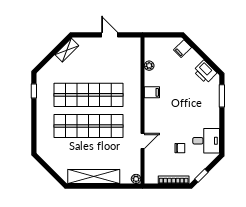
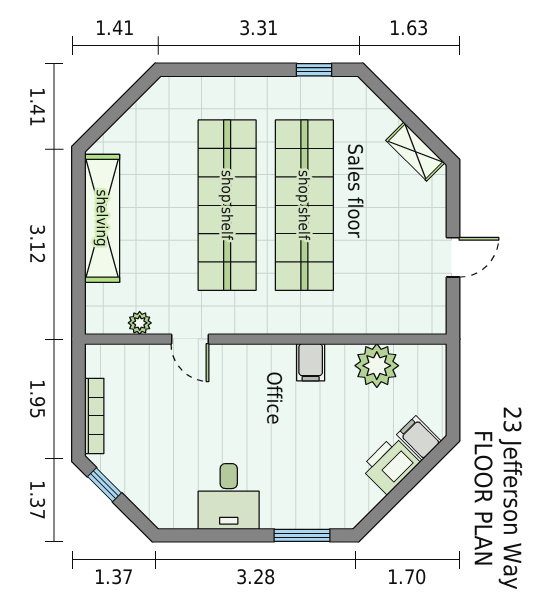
plant: (149, 66) -> (377, 366), width x1.88, depth x1.88
printer: (205, 72) -> (390, 465), moved
desk: (206, 141) -> (229, 496), moved
chair: (180, 148) -> (172, 432), removed
plant: (136, 179) -> (140, 323), moved

